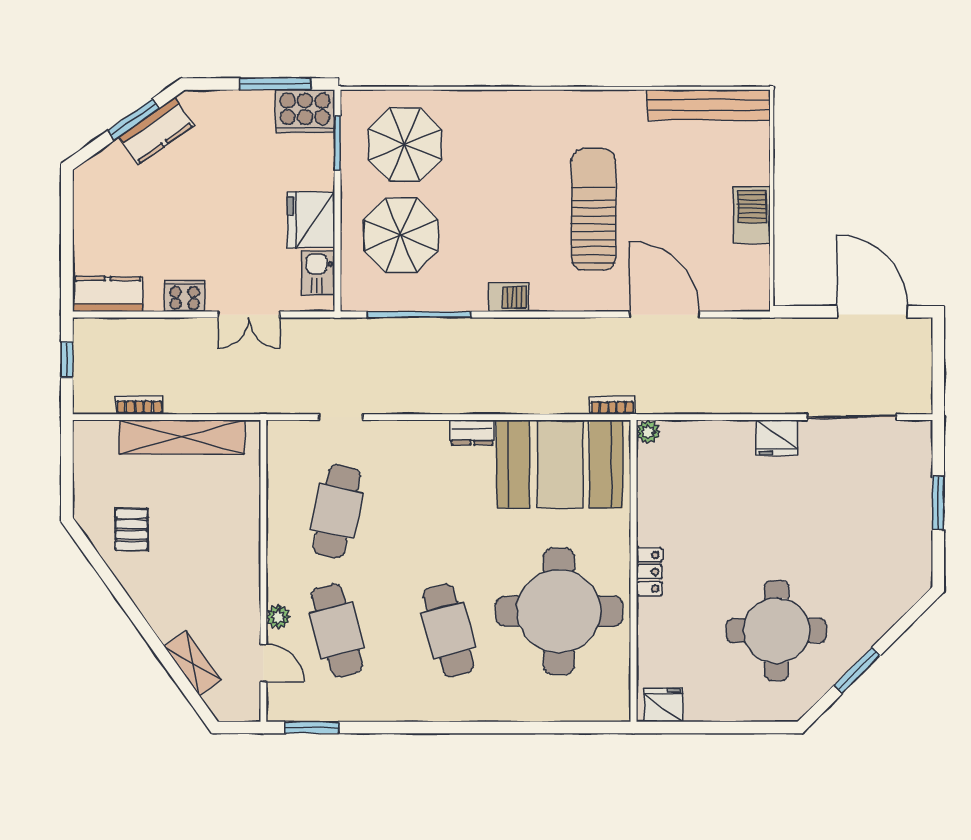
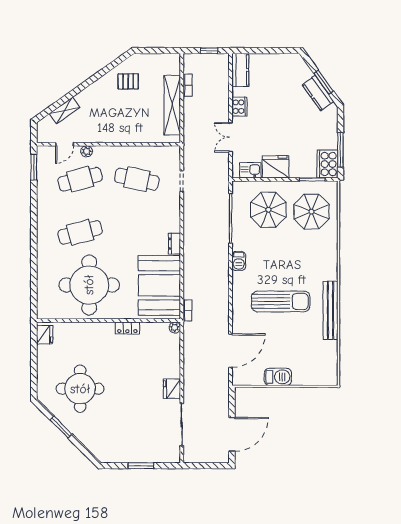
bench: (709, 105) -> (330, 310), moved
door: (664, 315) -> (231, 351), moved
locker: (649, 572) -> (127, 328), moved

